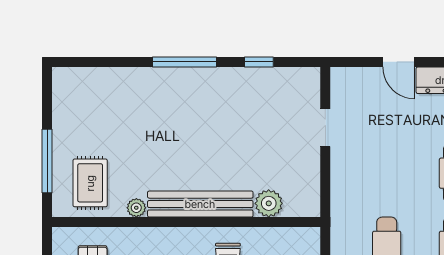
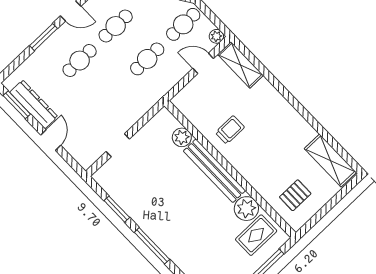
window: (259, 62) -> (117, 209), width x1.50
plant: (136, 208) -> (246, 209), width x1.87, depth x1.87

